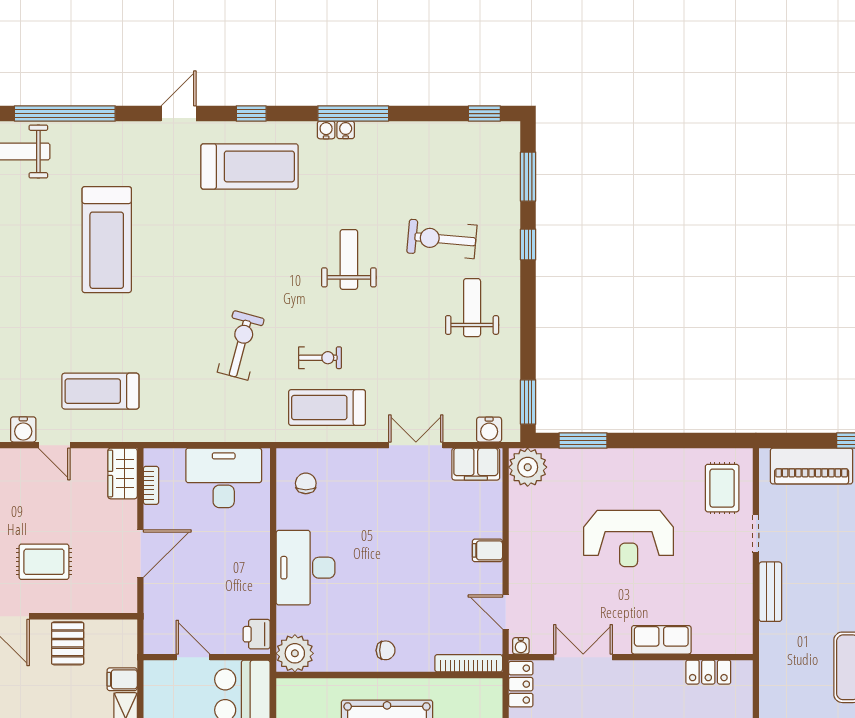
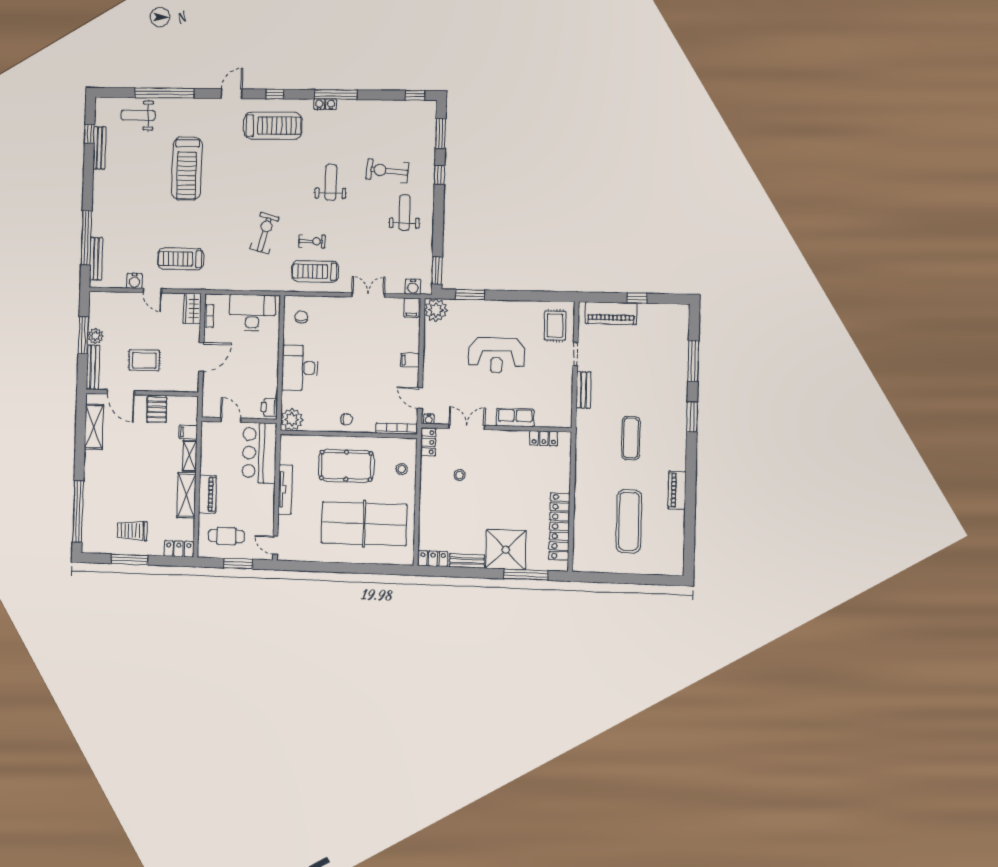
filing cabinet: (476, 464) -> (412, 308), width x0.50

